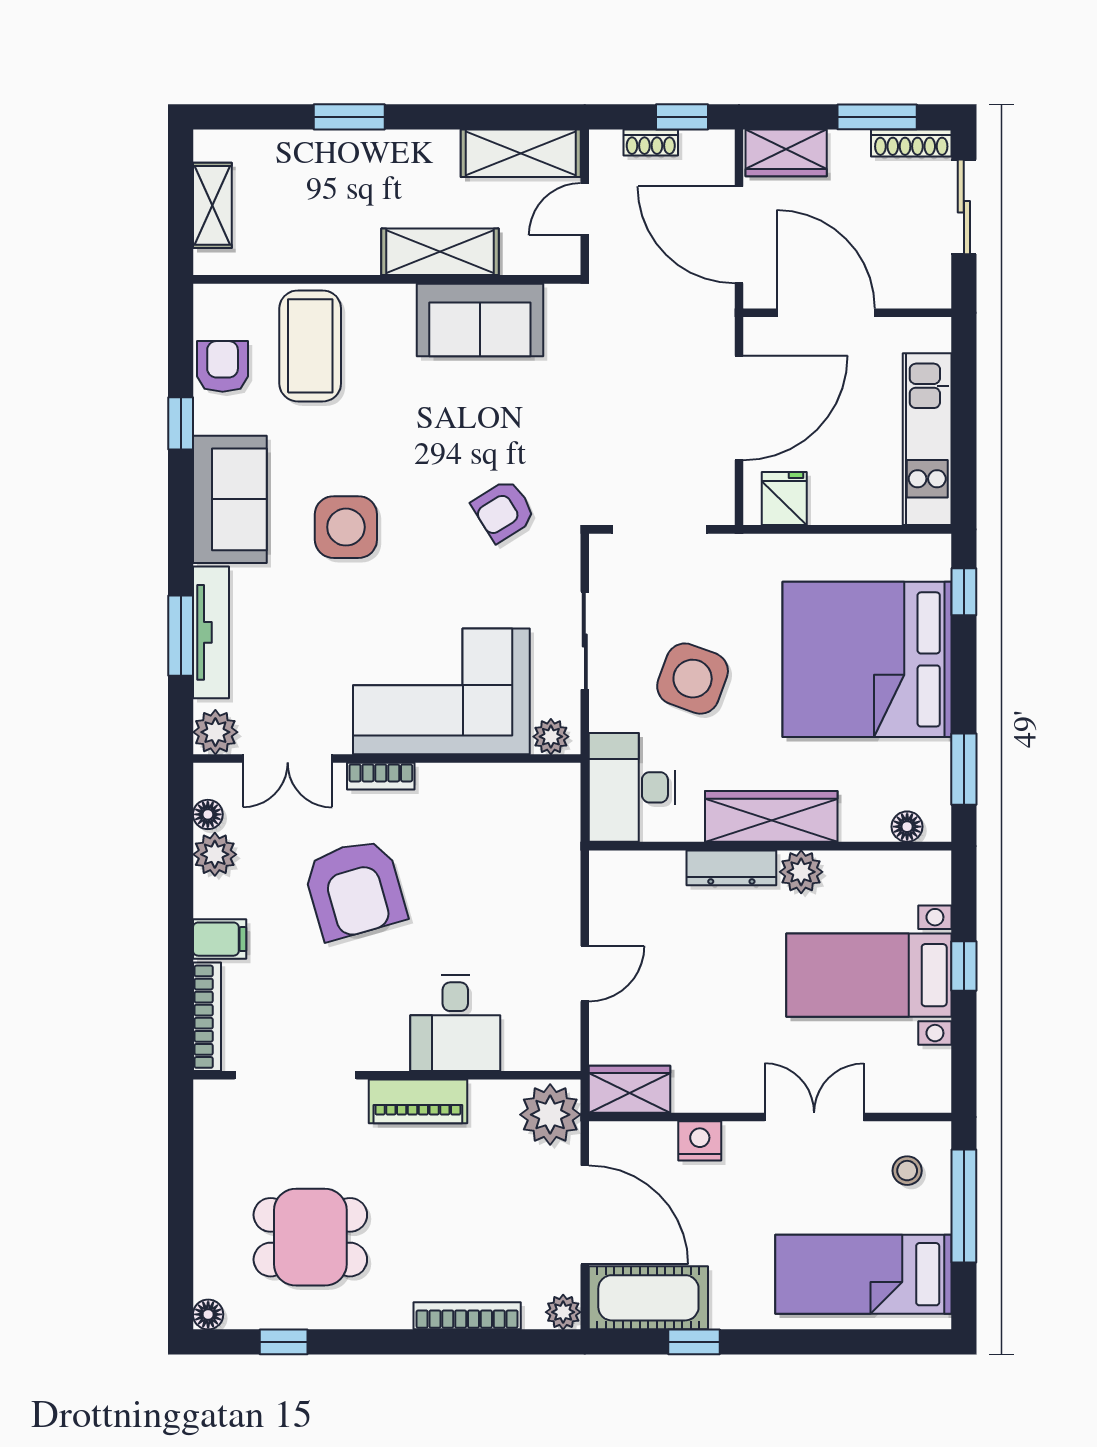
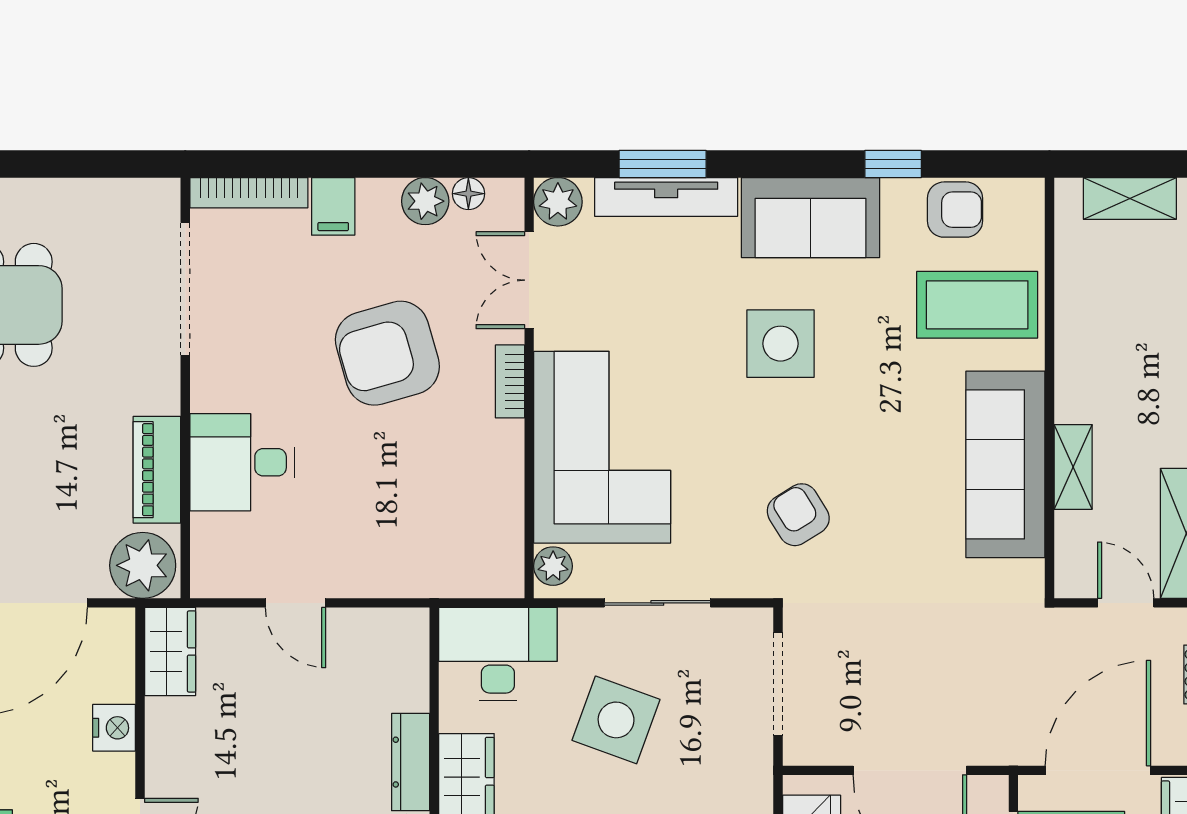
shelving: (440, 252) -> (1073, 467), width x0.67, depth x0.75
sofa: (480, 320) -> (1005, 464), width x1.36
piano: (418, 1101) -> (157, 470), moved

